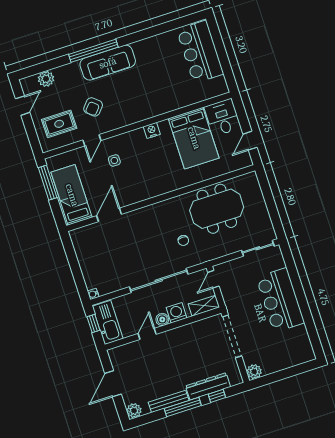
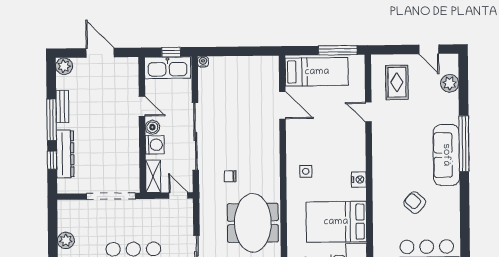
armchair: (93, 107) -> (415, 203), moved
side table: (114, 160) -> (306, 171), moved
plant: (254, 372) -> (66, 240), moved
bench: (169, 401) -> (62, 106), width x0.73

